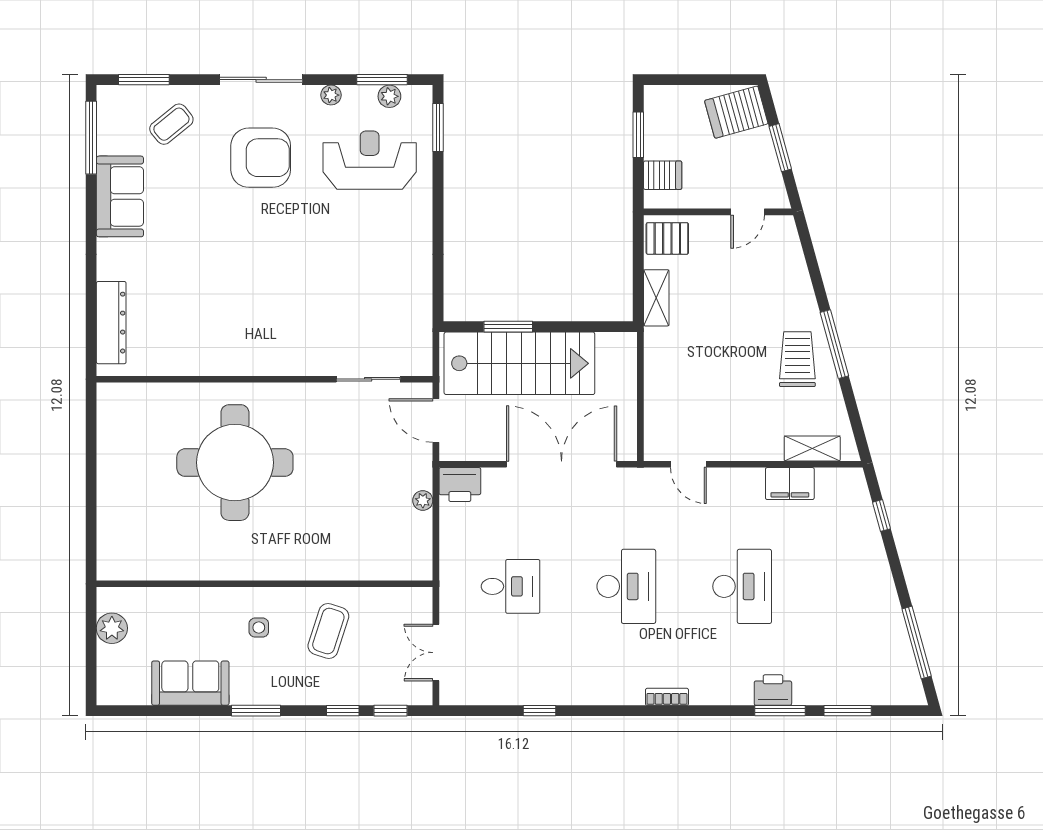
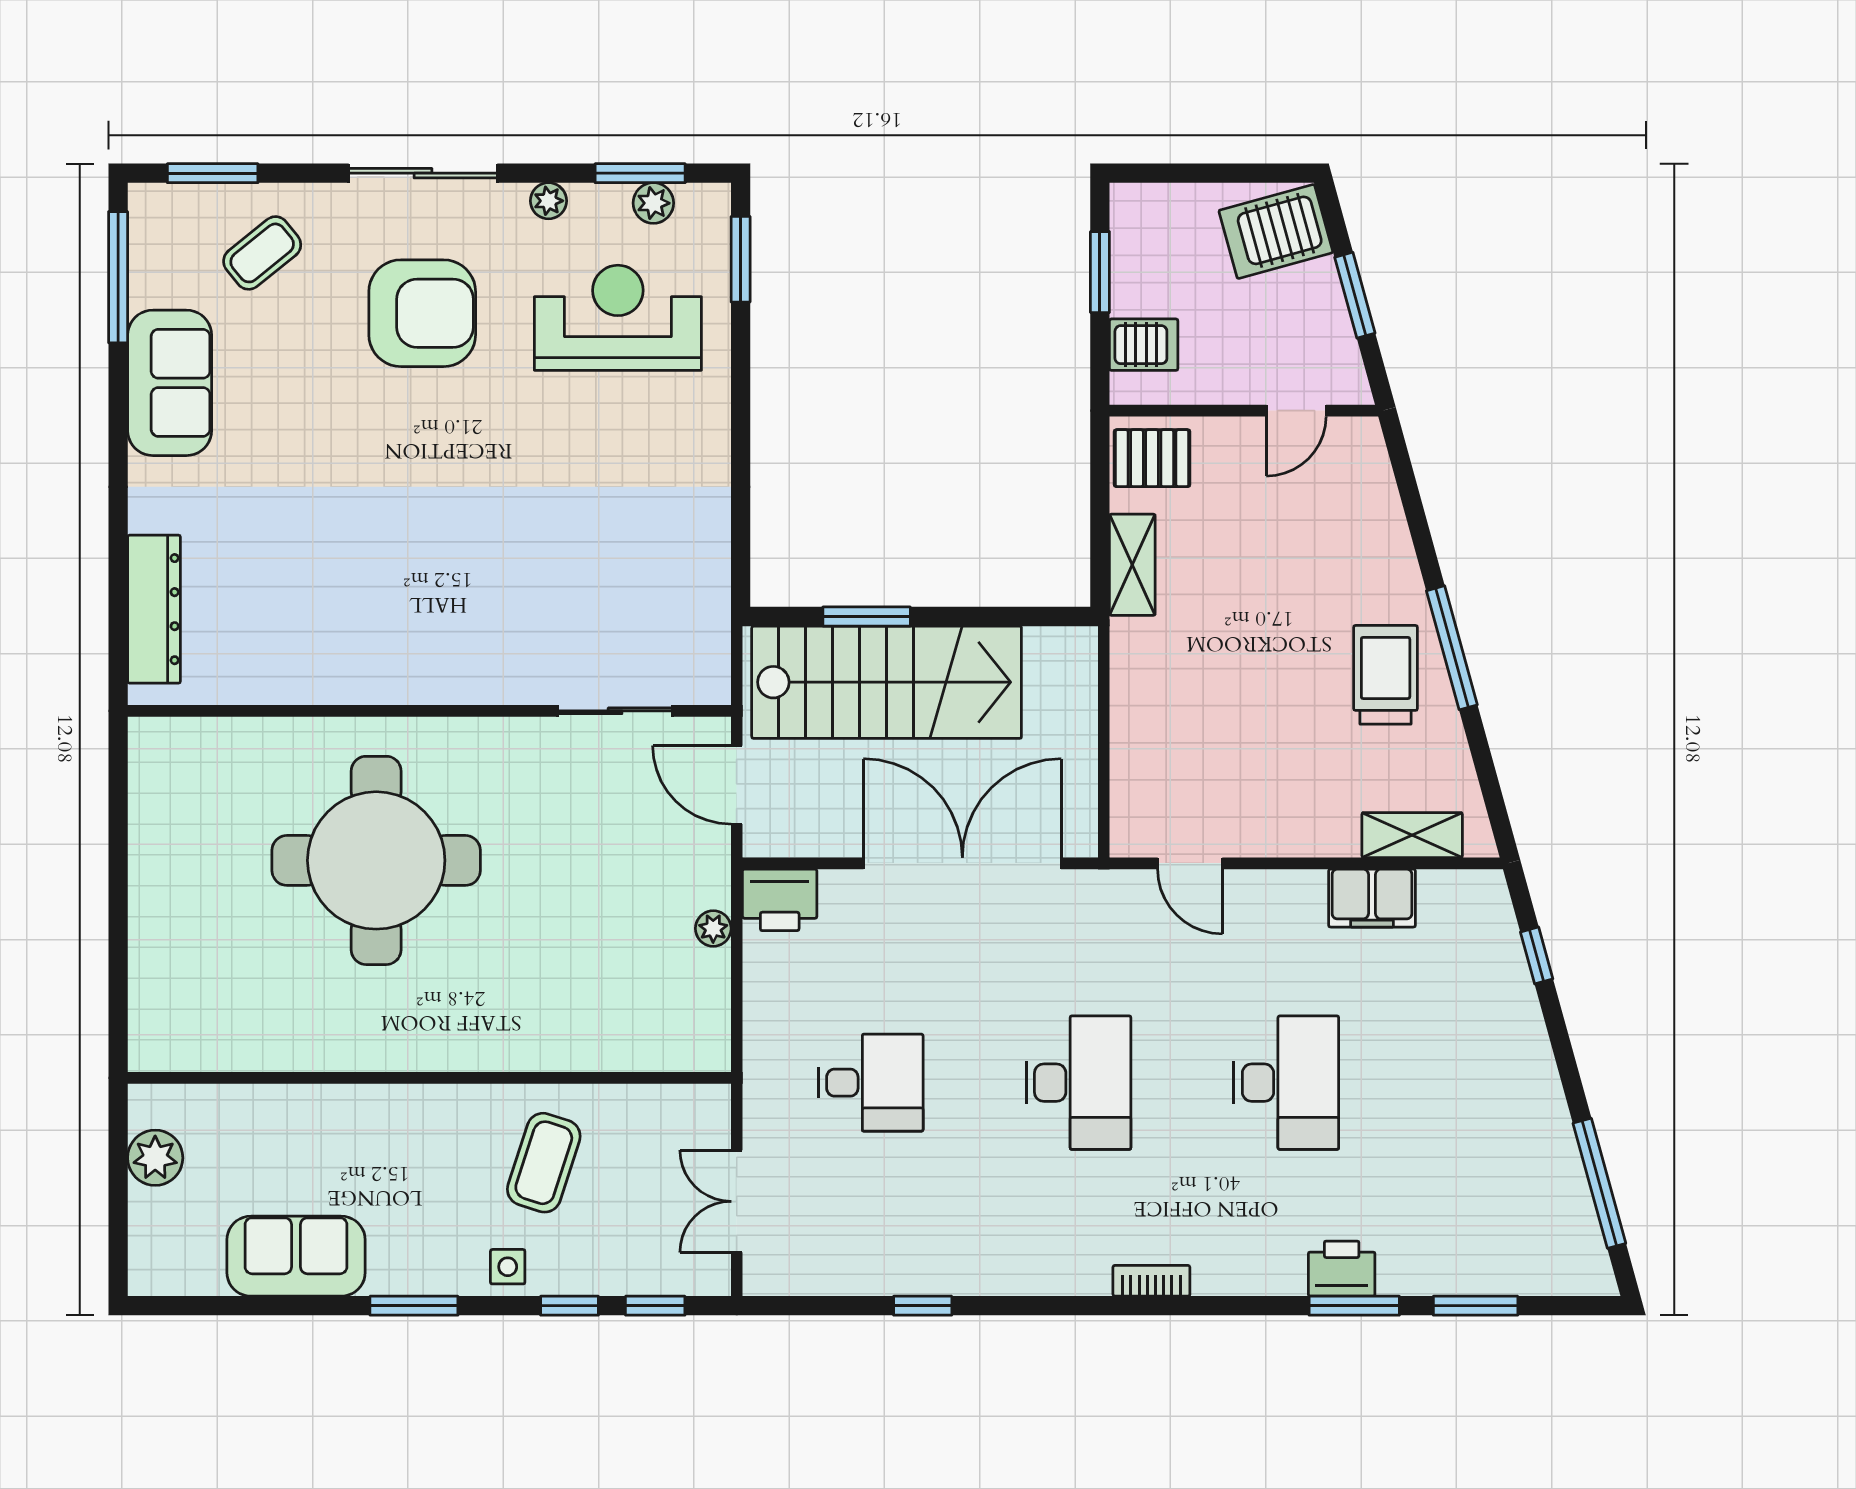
side table: (259, 628) -> (508, 1267), moved

